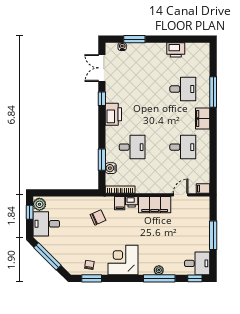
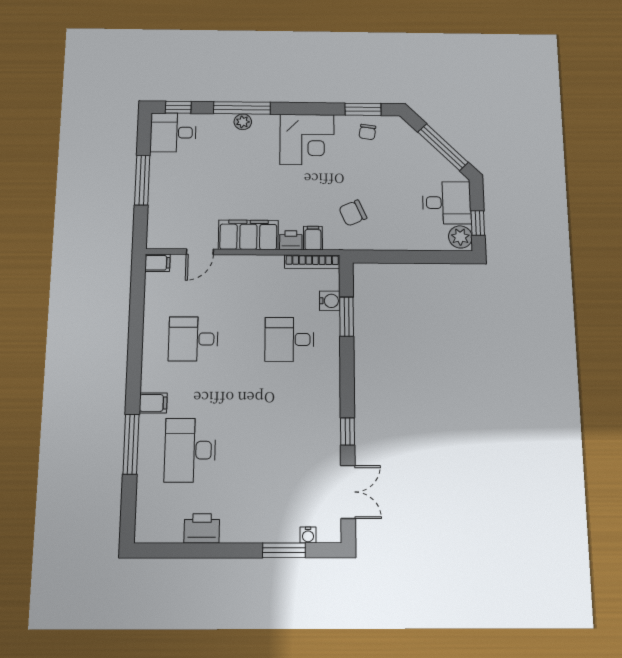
desk: (183, 89) -> (190, 450), width x1.37
printer: (113, 114) -> (325, 402), removed
filing cabinet: (203, 118) -> (153, 403), width x0.50

